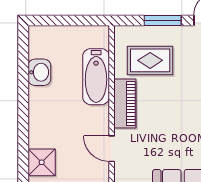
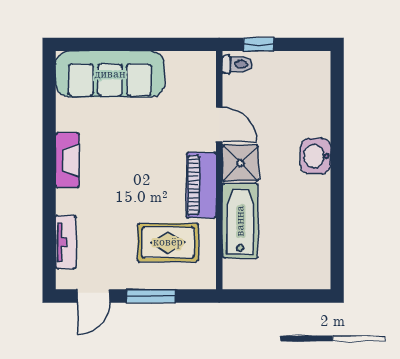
washbasin: (39, 72) -> (316, 156), moved
shower: (42, 162) -> (240, 163), moved

